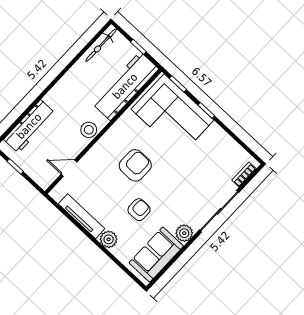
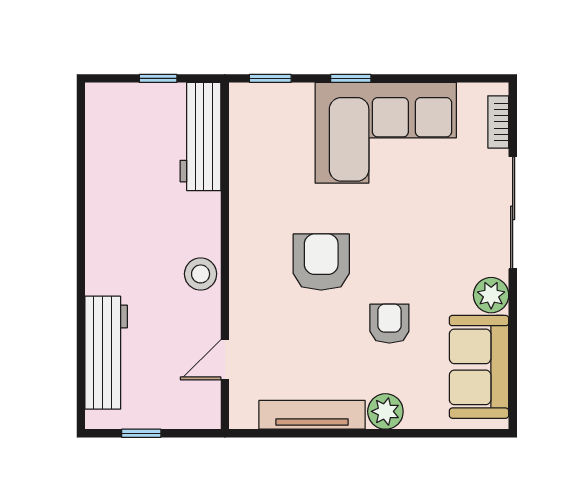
bicycle: (101, 45) -> (99, 128), removed
workbench: (125, 86) -> (200, 136), width x0.73, depth x0.76
corner sofa: (172, 115) -> (386, 133), moved

